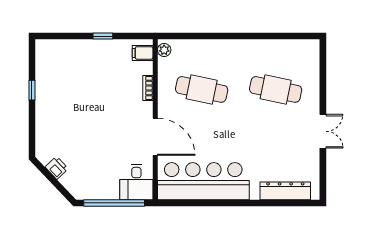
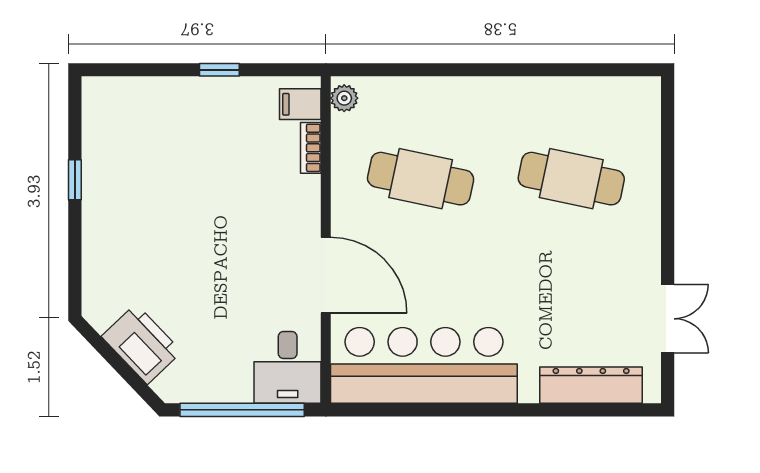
bookcase: (148, 88) -> (311, 148), moved
double door: (323, 131) -> (668, 319), moved
printer: (57, 168) -> (142, 344), width x1.87, depth x1.48

